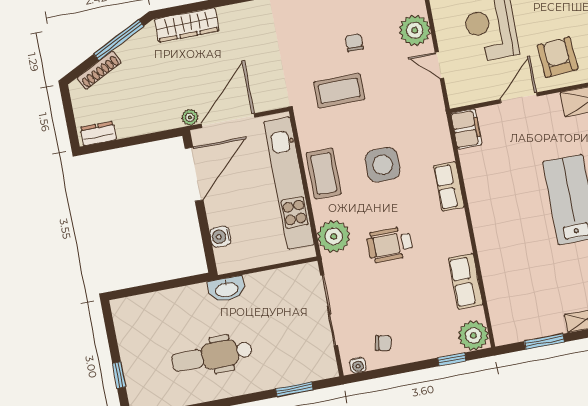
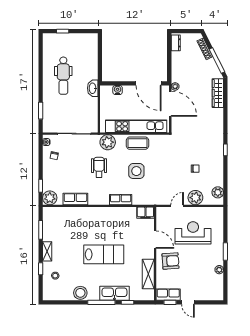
coffee table: (339, 91) -> (174, 158), removed
dental chair: (212, 356) -> (63, 76), turned 180

